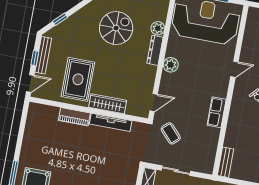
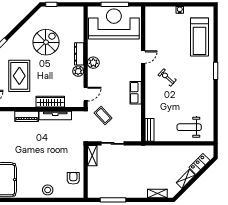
plant: (158, 28) -> (78, 71), moved
rug: (78, 79) -> (19, 76), moved

